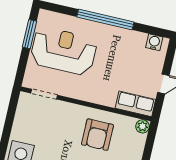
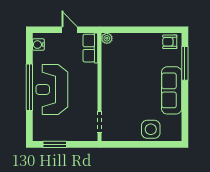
reception desk: (64, 51) -> (52, 89), moved
armchair: (97, 135) -> (122, 72), removed

